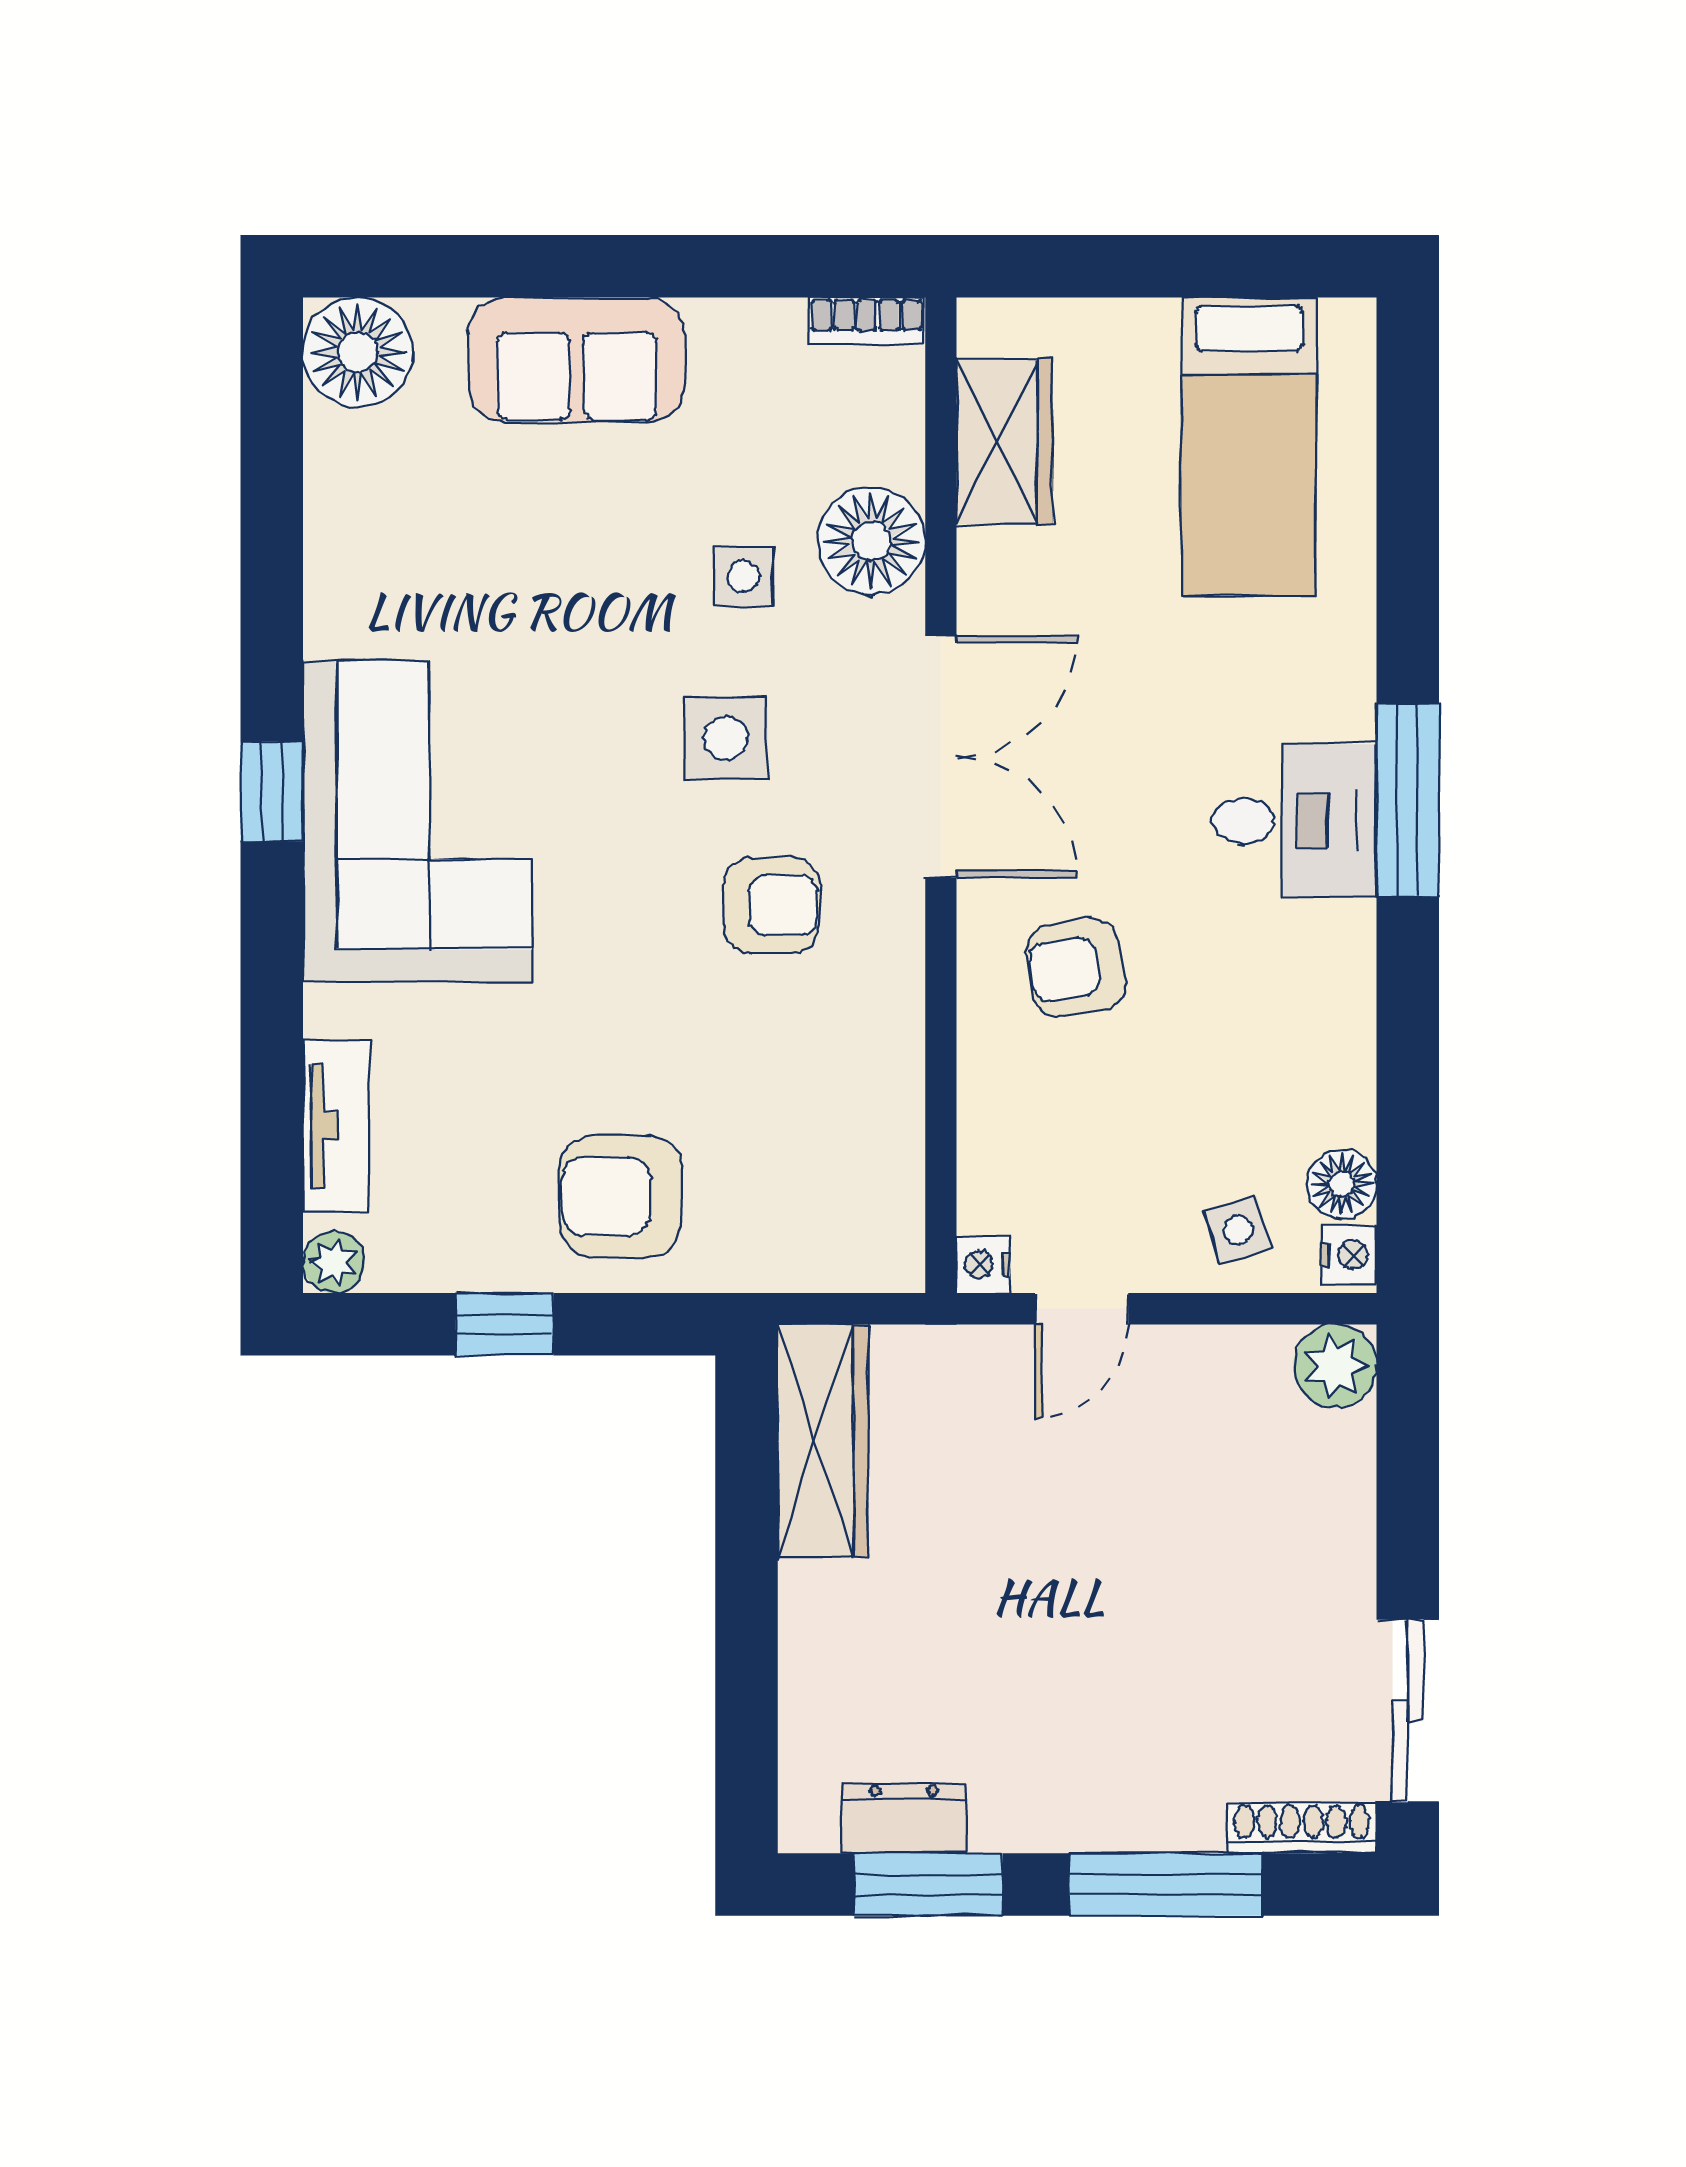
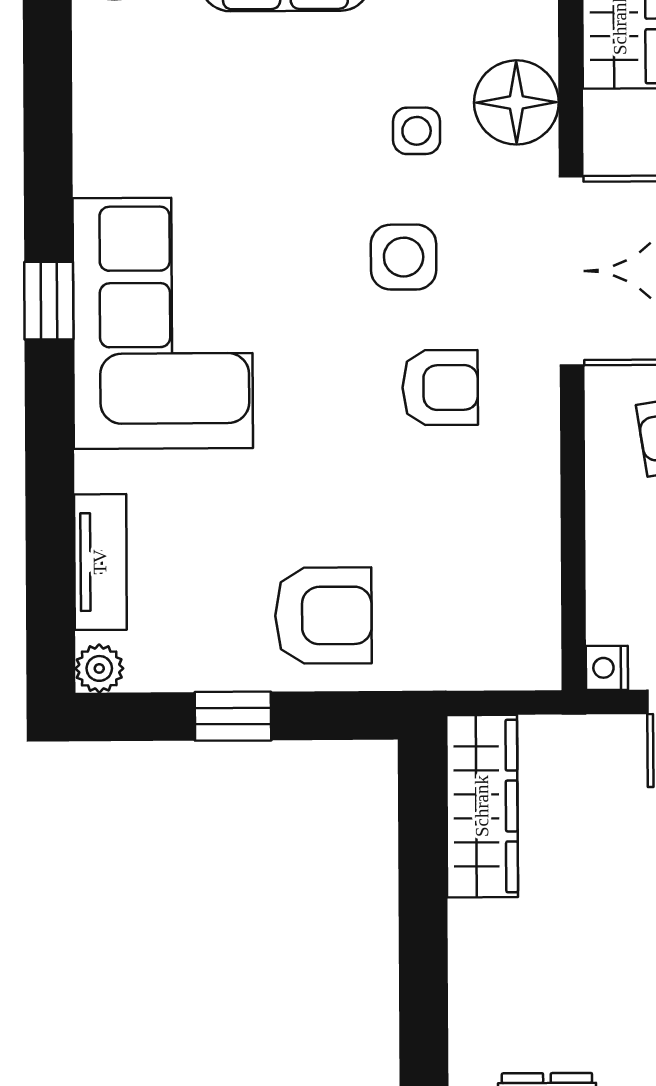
armchair: (621, 1196) -> (323, 616), turned 180

